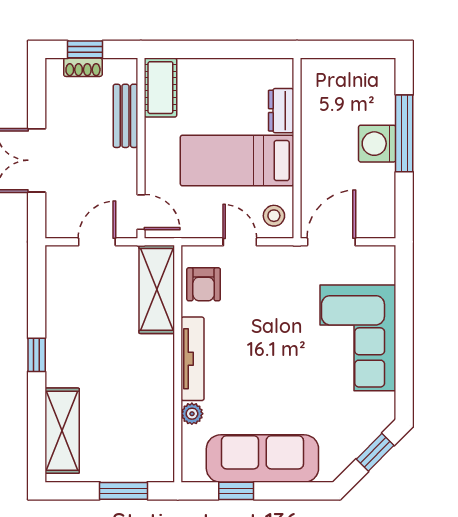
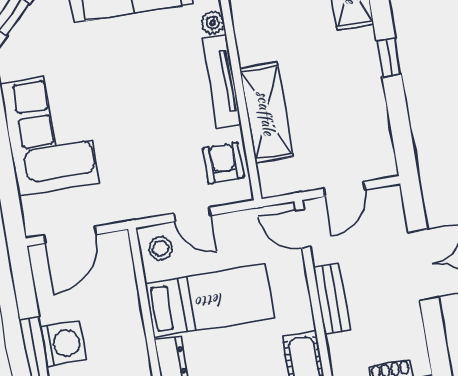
bench: (125, 116) -> (332, 299), moved
door: (331, 242) -> (70, 235), moved
shelving: (157, 289) -> (266, 113), moved

